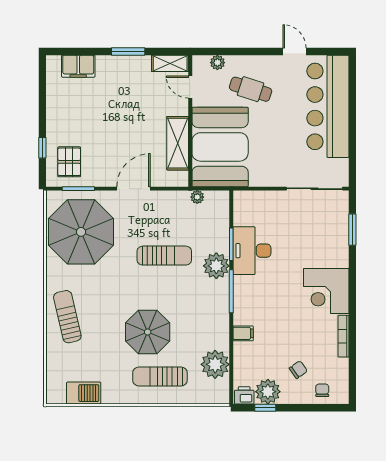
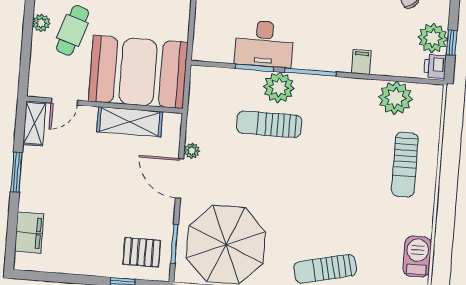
plant: (217, 63) -> (41, 23), moved
plant: (197, 197) -> (192, 151), moved
sun lounger: (164, 256) -> (269, 124), moved, turned -90
parasol: (148, 332) -> (351, 175), removed

